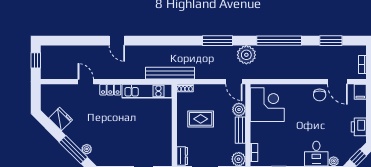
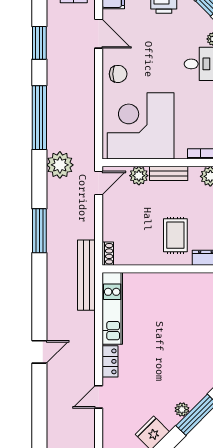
window: (217, 41) -> (39, 231), moved
door: (337, 82) -> (99, 34), hinge flipped
chair: (320, 95) -> (118, 74), moved
corner desk: (267, 105) -> (141, 126), width x1.36, depth x1.36
rug: (201, 119) -> (175, 235), moved
plant: (87, 149) -> (182, 410), moved

